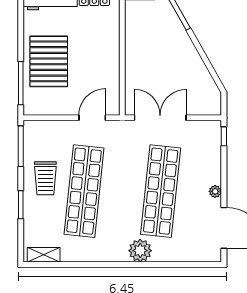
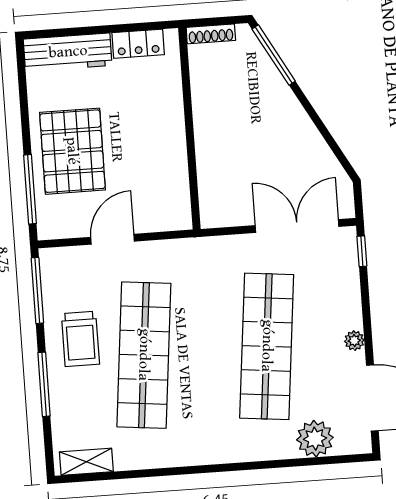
door: (92, 118) -> (112, 239), moved
double door: (160, 118) -> (297, 226), moved
window: (21, 205) -> (44, 384), width x1.44
plant: (140, 251) -> (315, 439), moved

